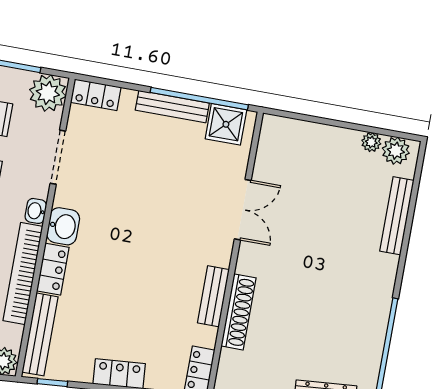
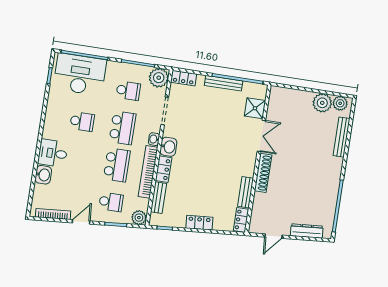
shower: (226, 124) -> (255, 108), moved
plant: (371, 142) -> (322, 103), width x1.88, depth x1.88
bench: (213, 296) -> (246, 192), moved
shoe rack: (239, 312) -> (263, 173), moved
bench: (40, 334) -> (159, 198), width x0.73

